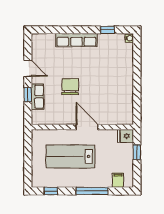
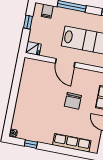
row of seats: (76, 40) -> (72, 143), moved
window: (137, 152) -> (28, 22), moved

